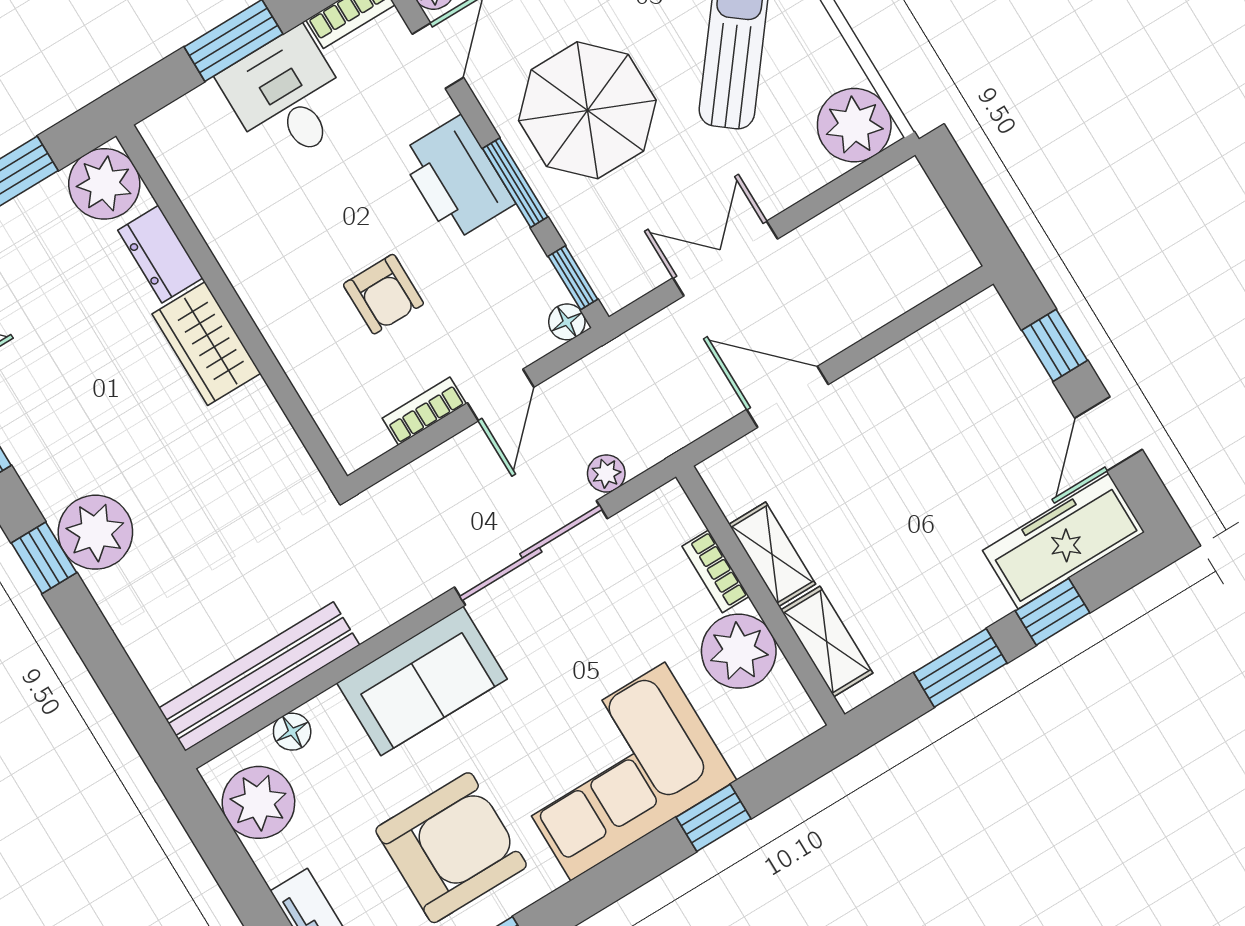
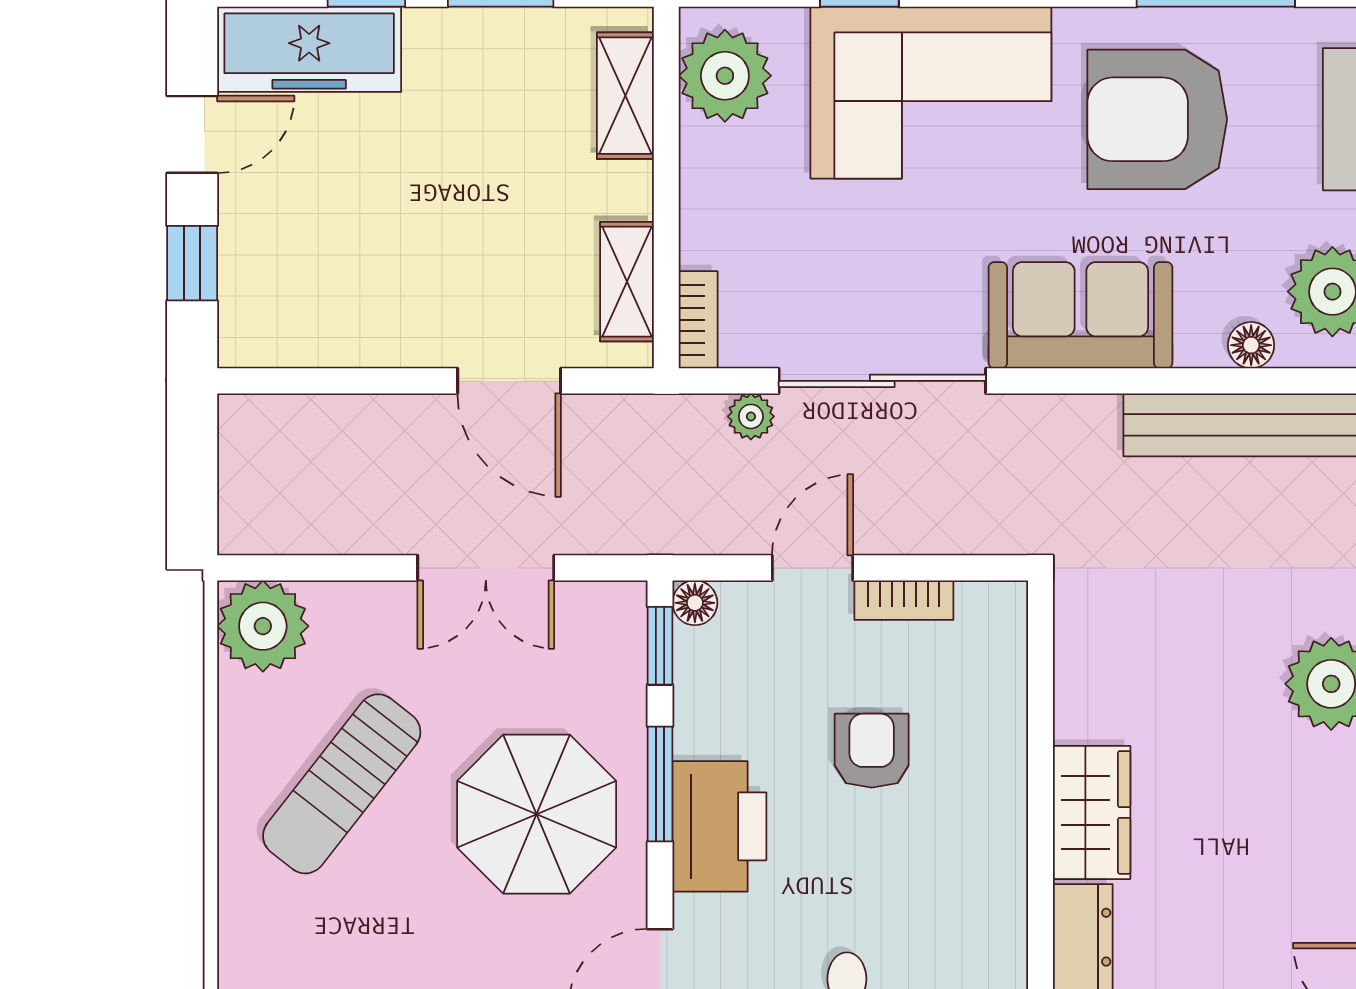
shelving: (772, 554) -> (627, 282), moved
bookcase: (715, 571) -> (698, 320), moved
plant: (739, 651) -> (725, 76), moved

